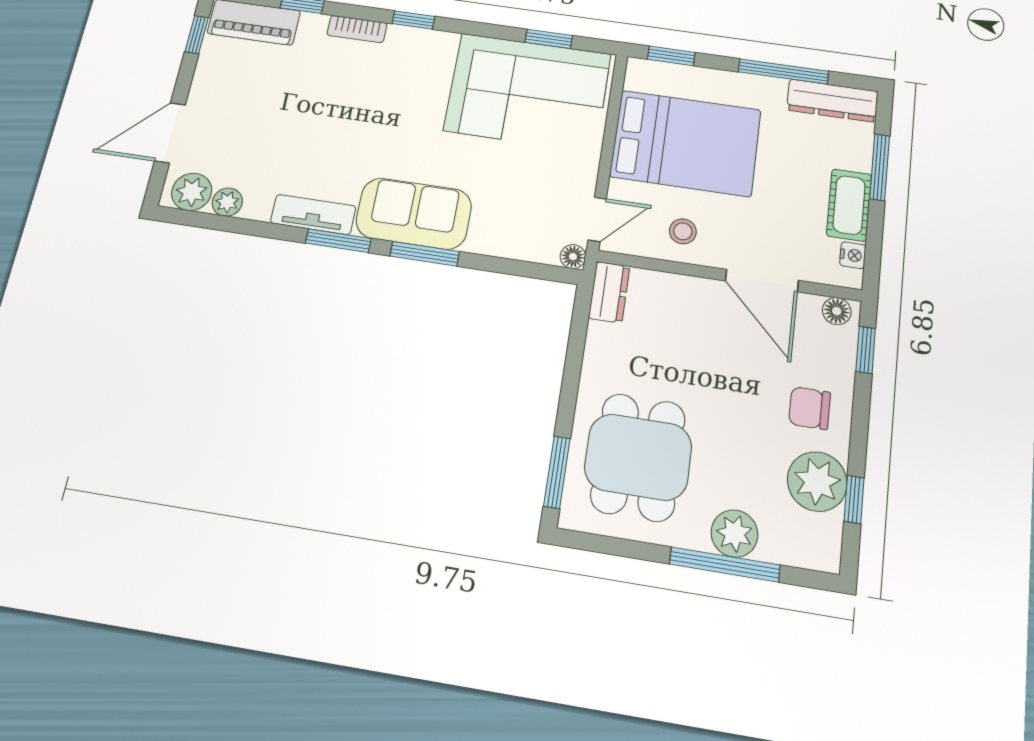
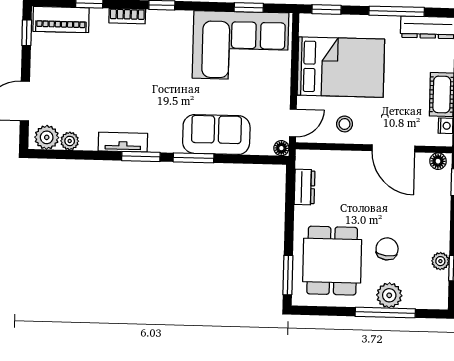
sofa: (414, 214) -> (216, 135), moved
dresser: (609, 292) -> (305, 187), moved
chair: (810, 408) -> (387, 249), moved, turned 96
plant: (817, 481) -> (440, 261), width x0.53, depth x0.53

